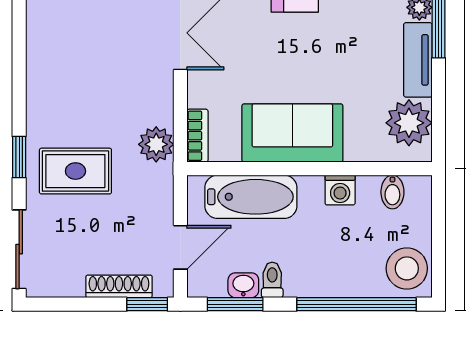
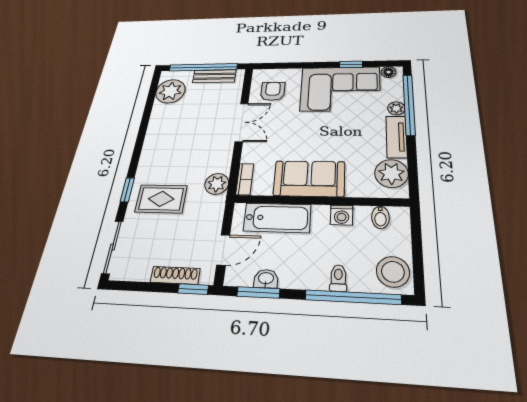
toilet: (272, 280) -> (338, 278), moved

